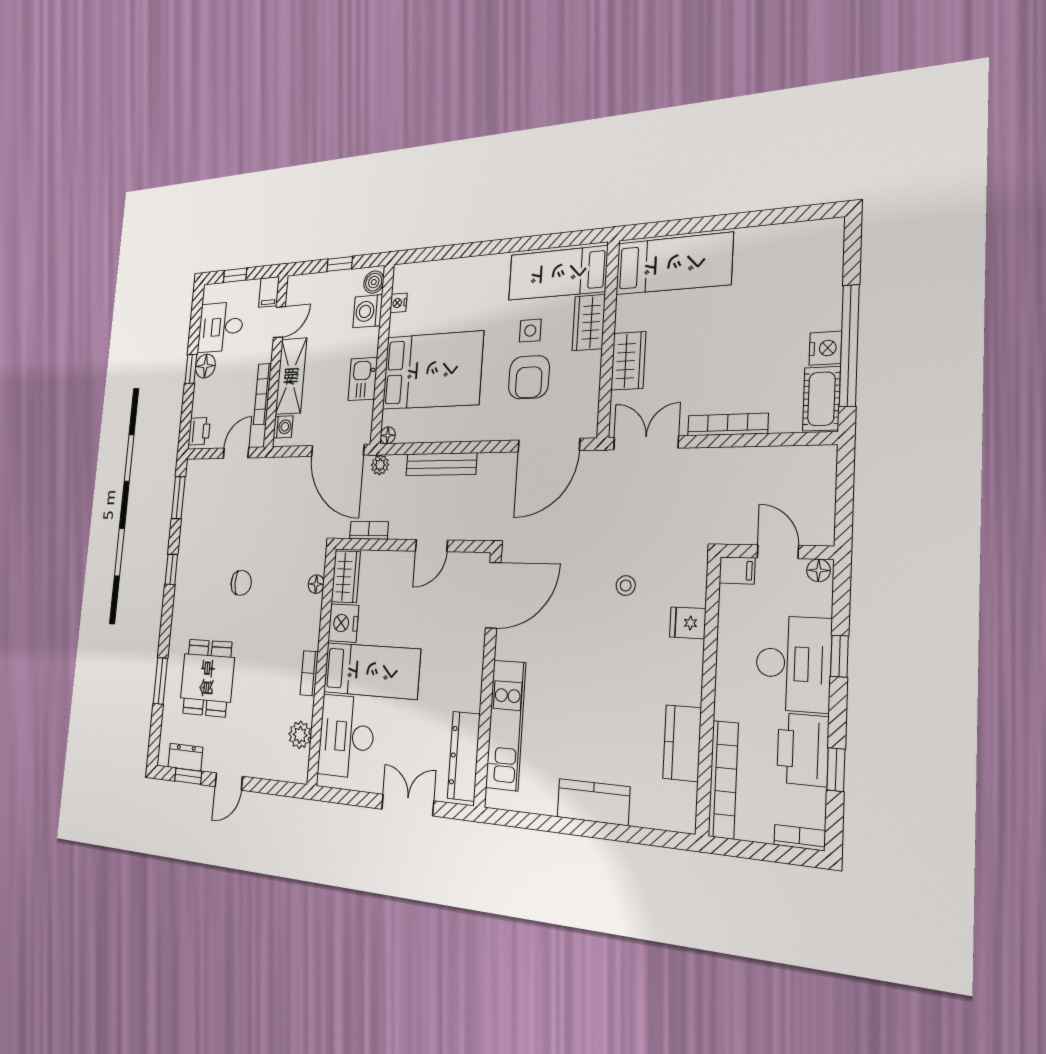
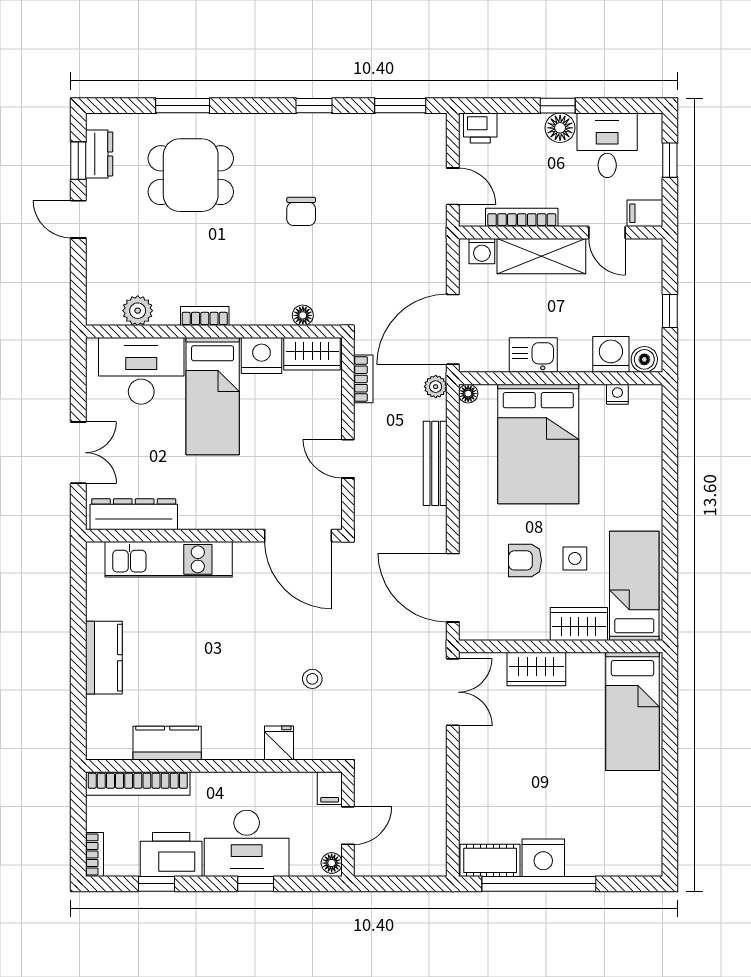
nightstand: (825, 348) -> (543, 858), width x1.36, depth x1.33
armchair: (529, 377) -> (525, 560), width x0.72, depth x0.72
bookcase: (728, 425) -> (469, 773), removed

